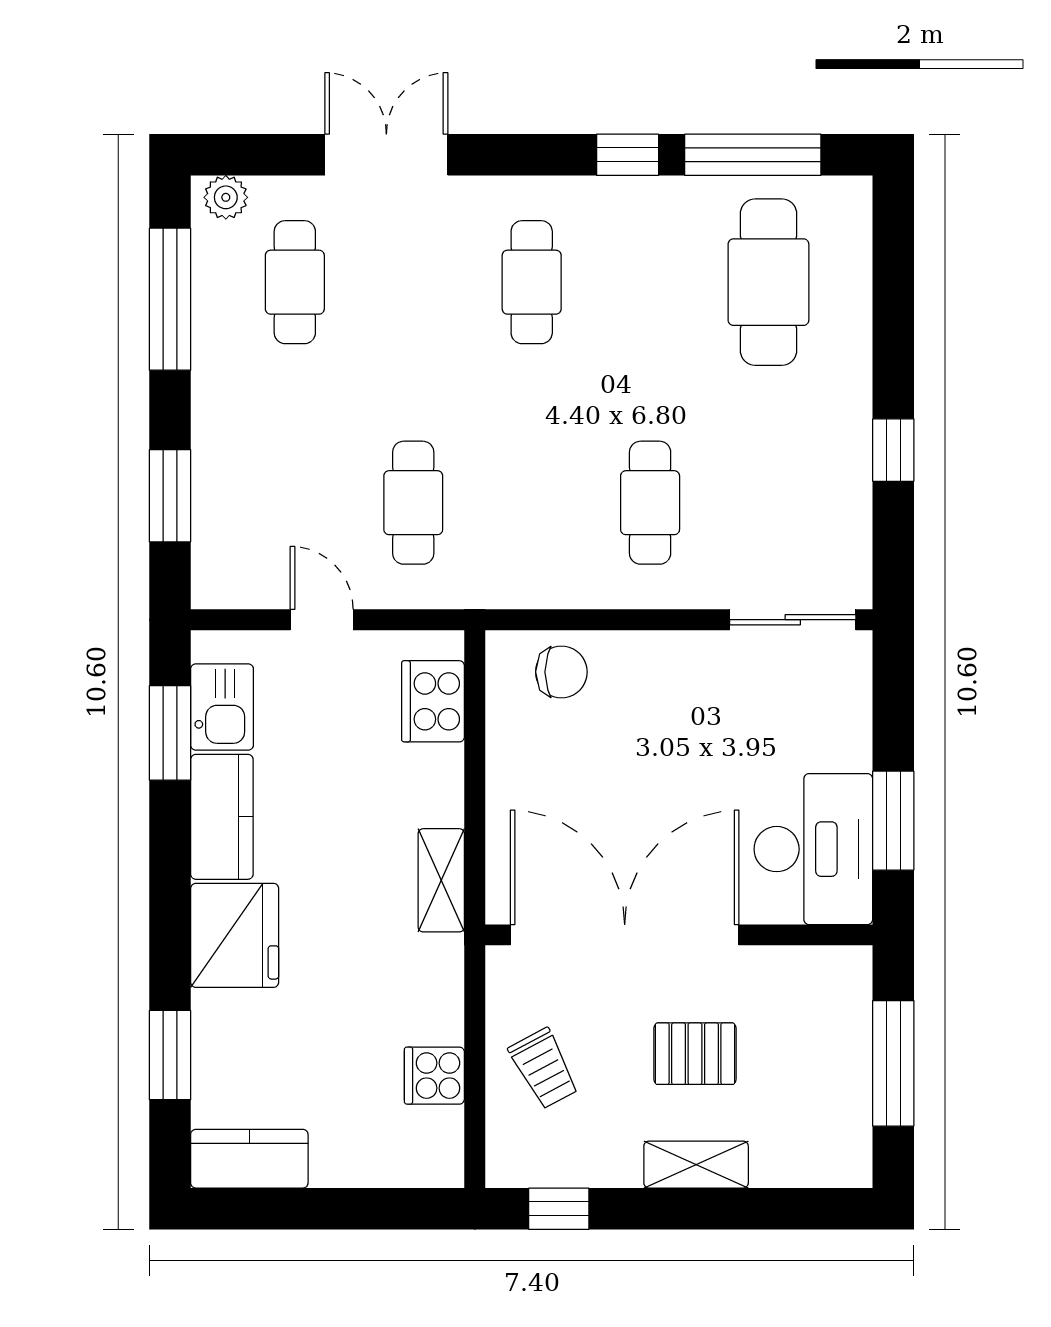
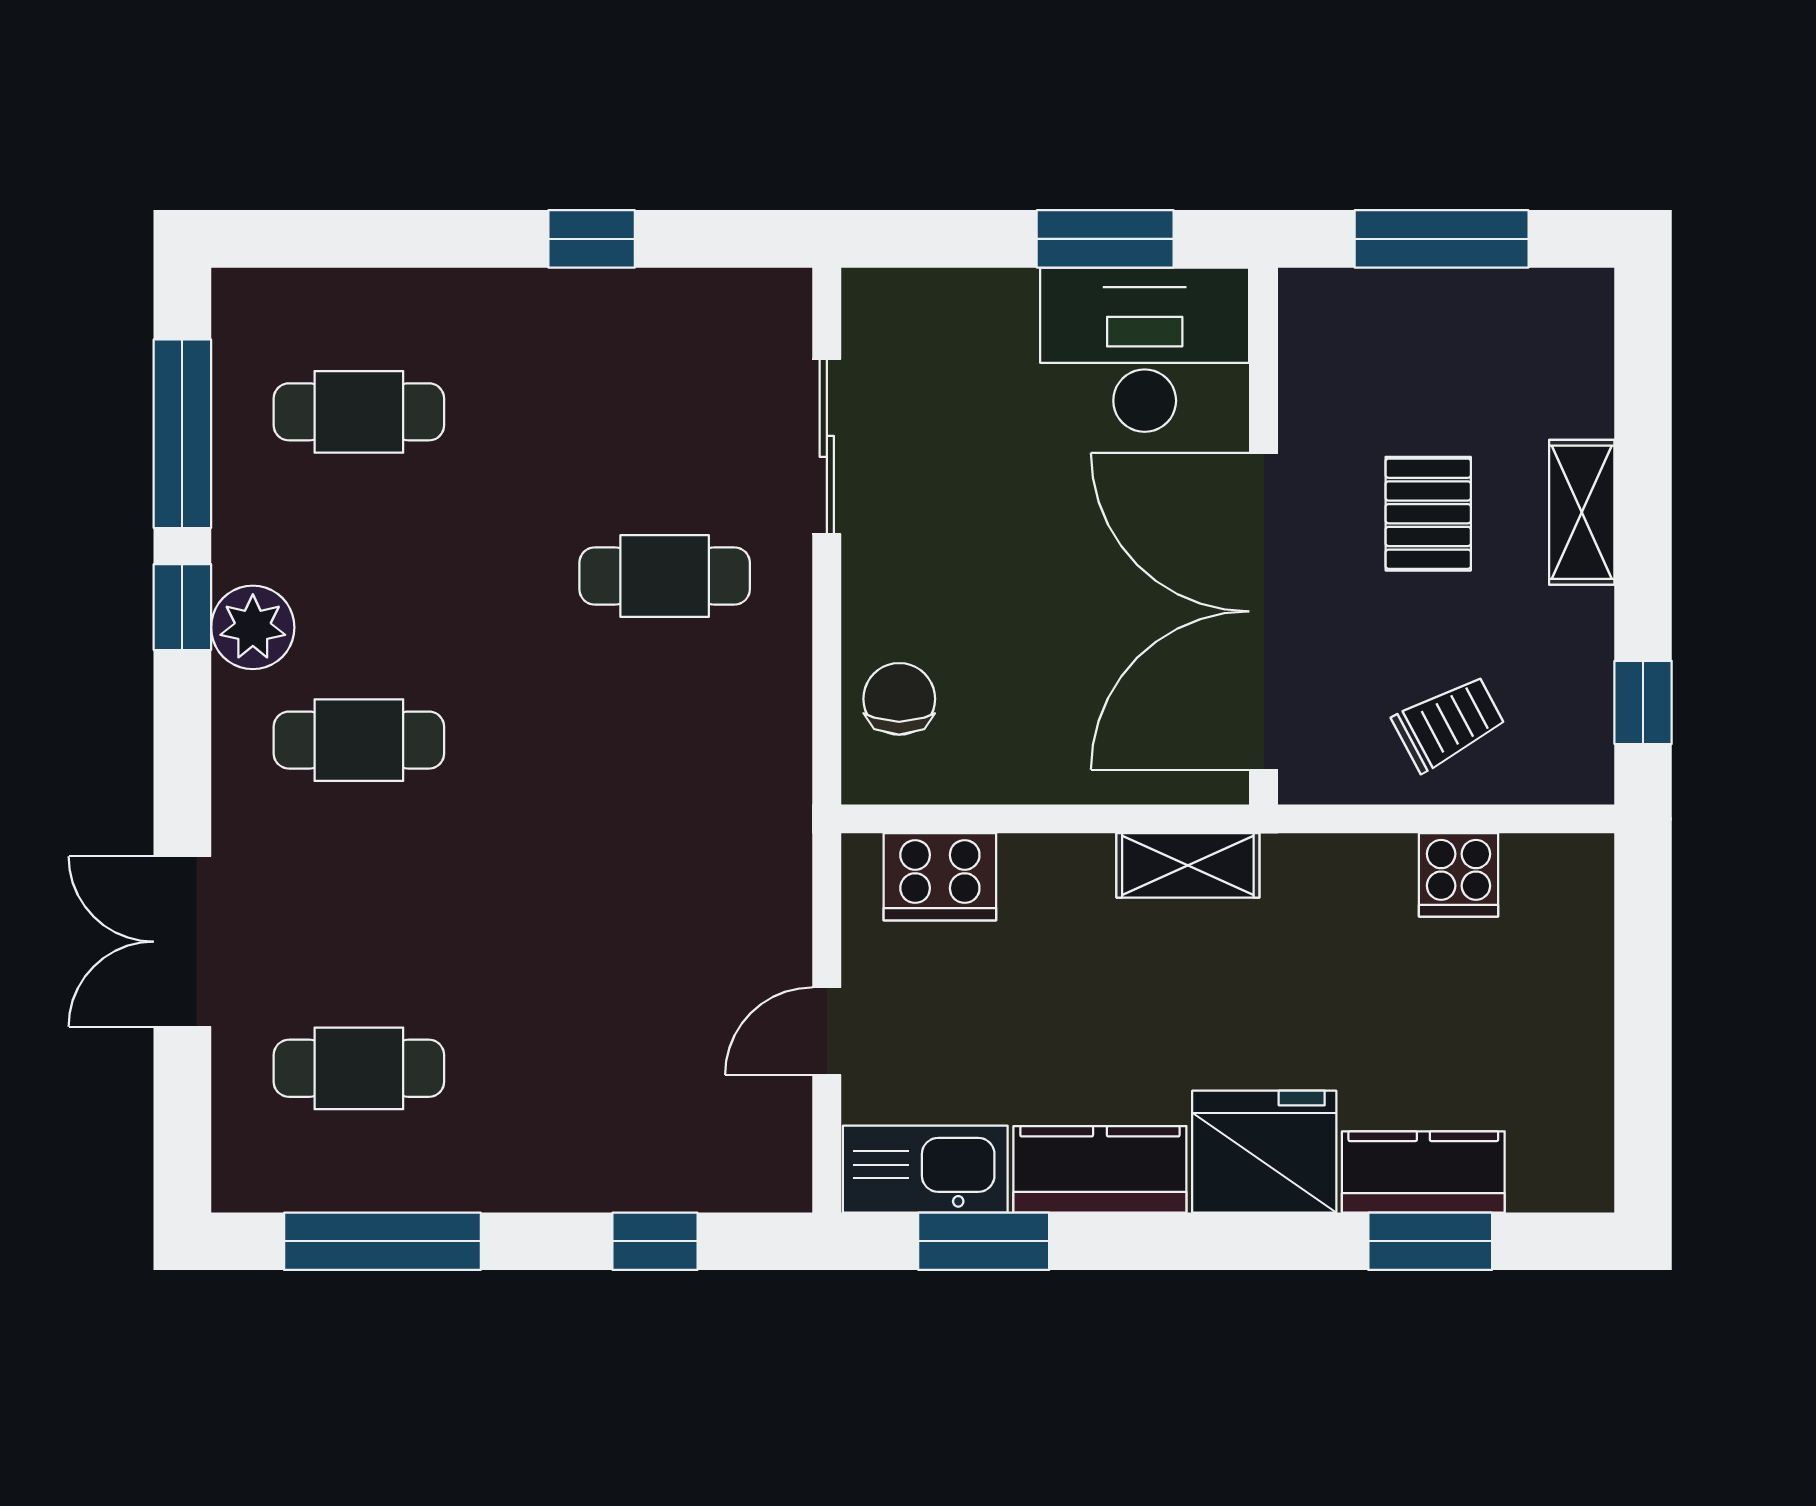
plant: (226, 197) -> (253, 627), moved, width x1.38, depth x1.38
cafe table: (768, 282) -> (359, 412), width x0.73, depth x0.74
window: (170, 496) -> (655, 1241), width x0.67
cafe table: (413, 503) -> (665, 904), removed
sliding door: (793, 620) -> (827, 446), moved
kitchen sink: (222, 707) -> (925, 1169), width x1.38
kitchen counter: (249, 1159) -> (1423, 1172), moved, turned 90

